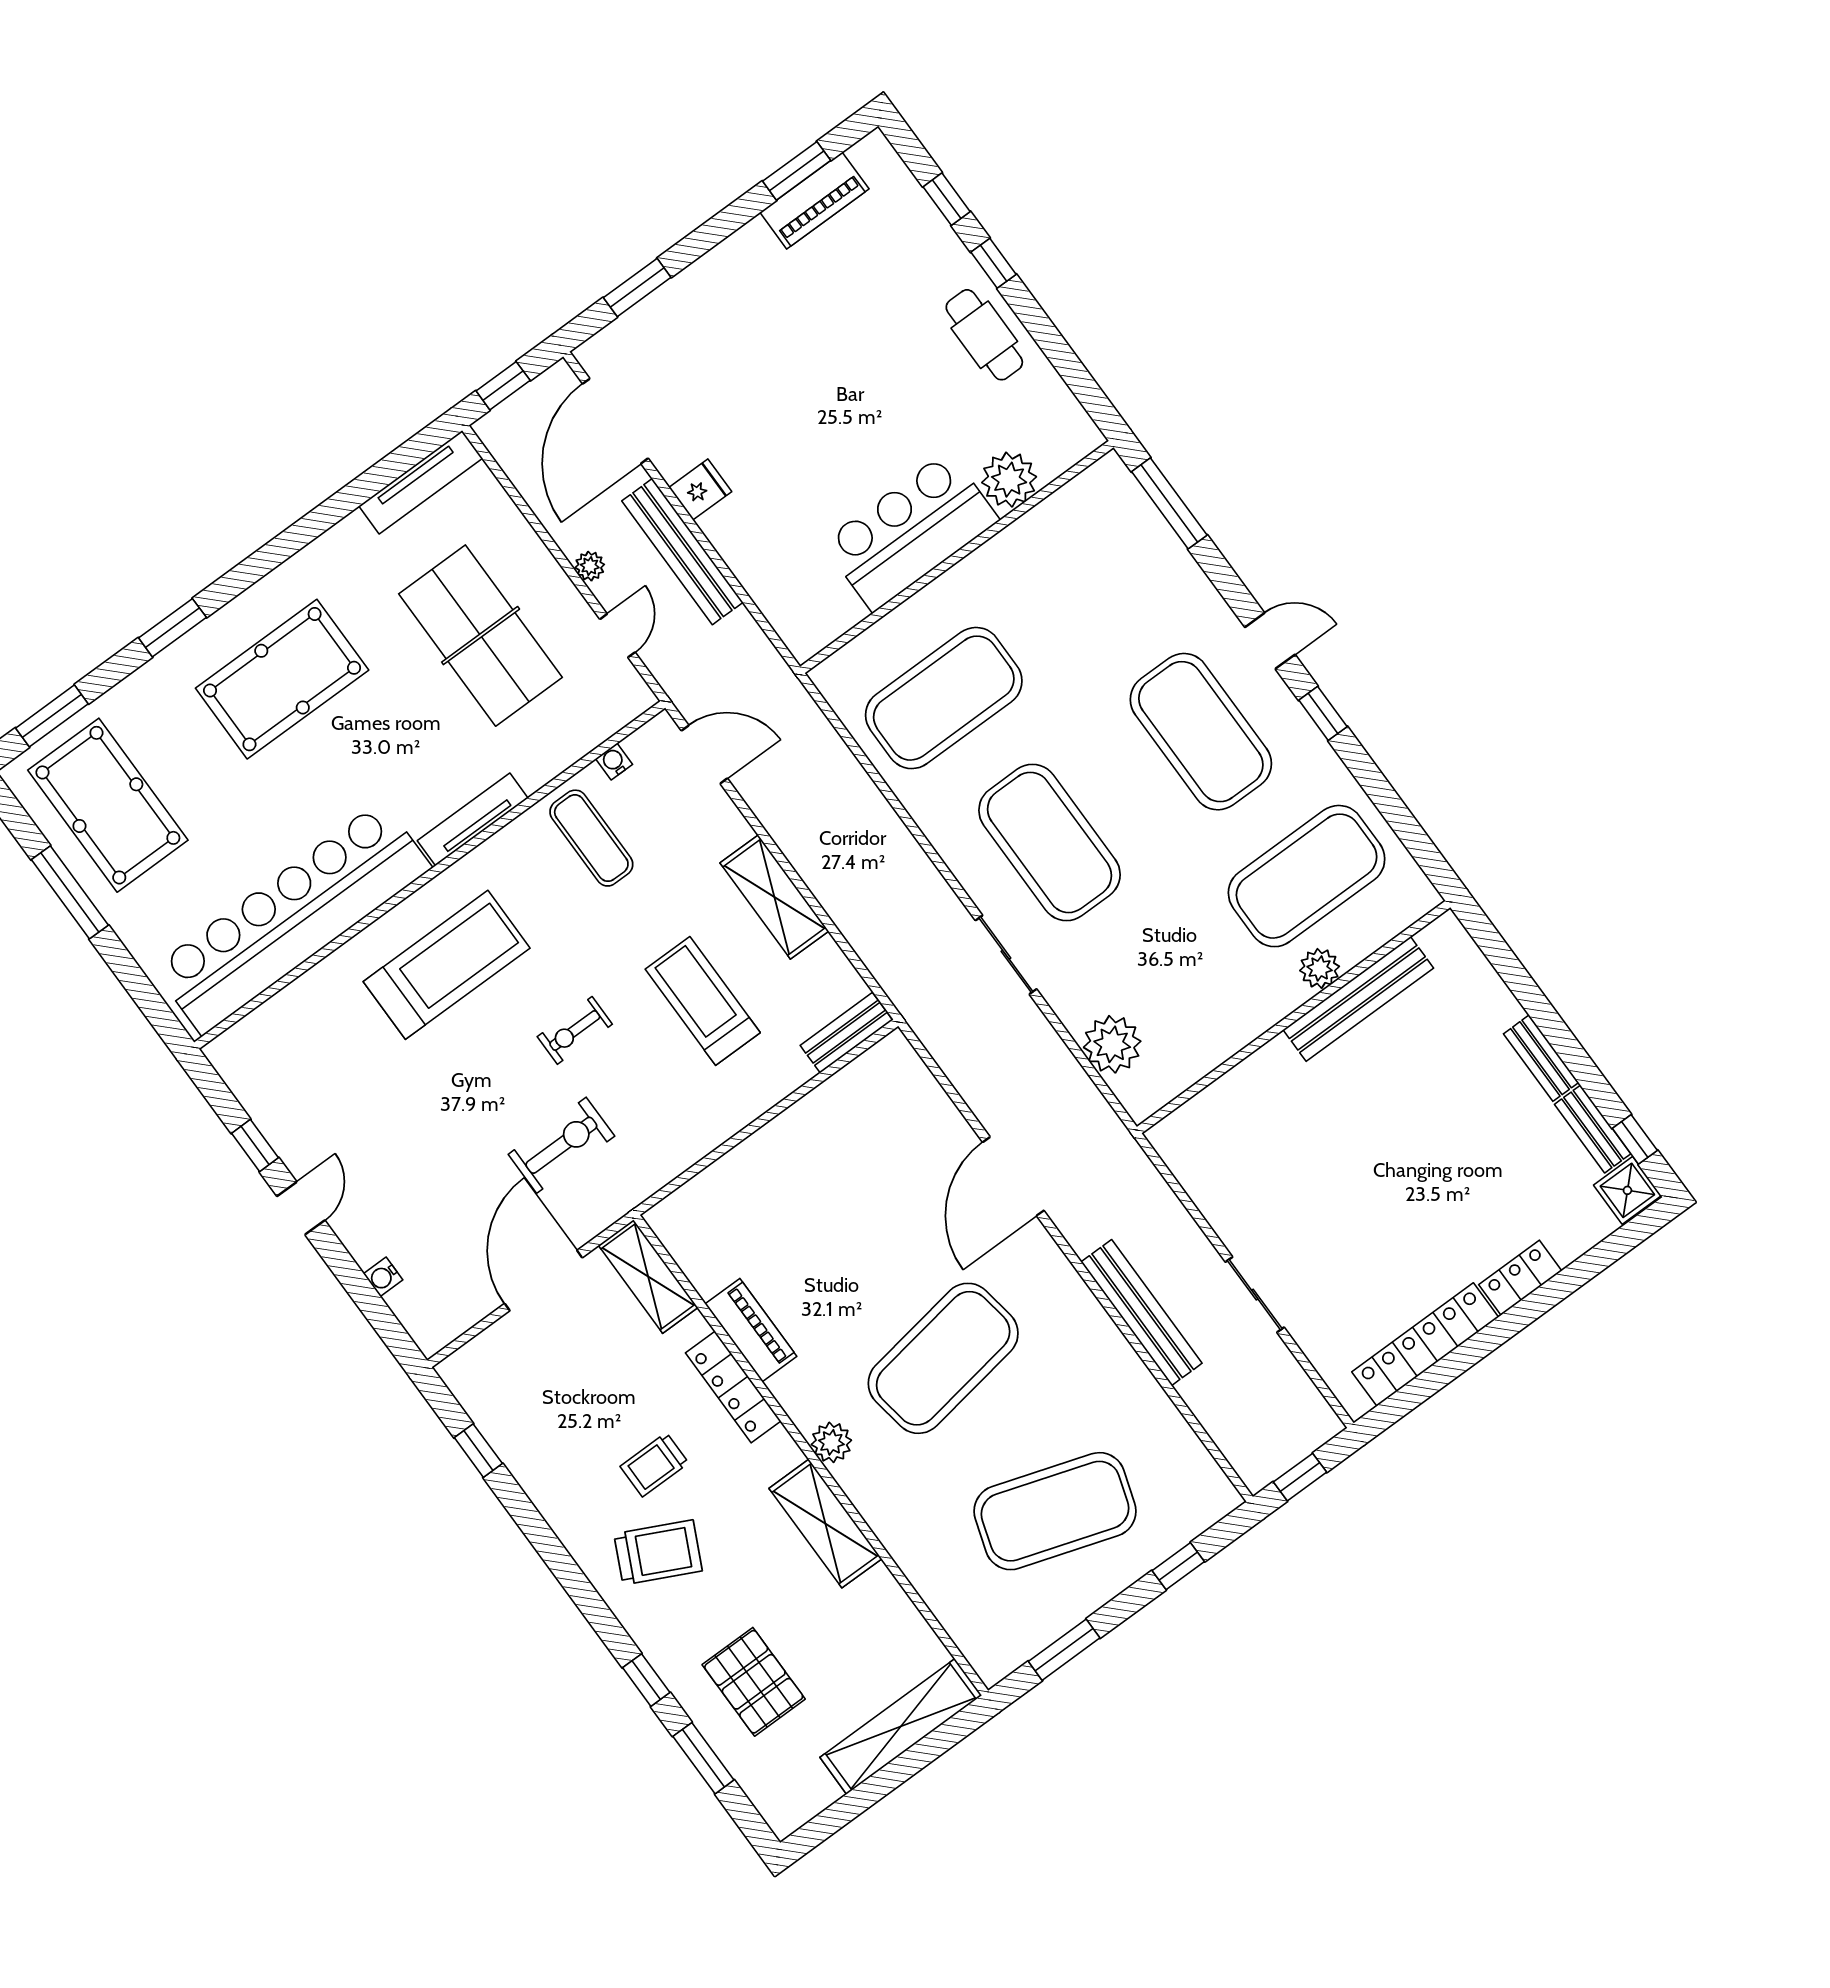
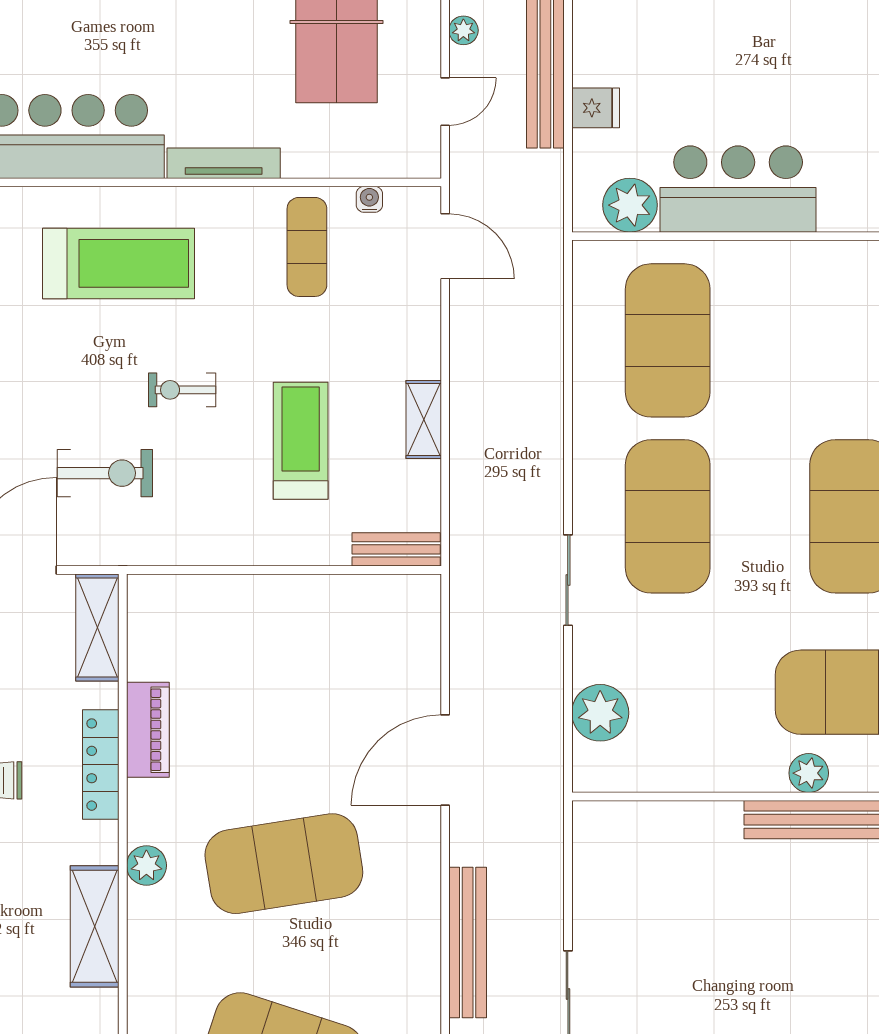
plant: (1009, 480) -> (630, 205), moved
fridge: (700, 489) -> (596, 108), moved
exercise mat: (944, 698) -> (668, 340), turned 90
shelving: (774, 897) -> (424, 419), width x0.67, depth x0.75

